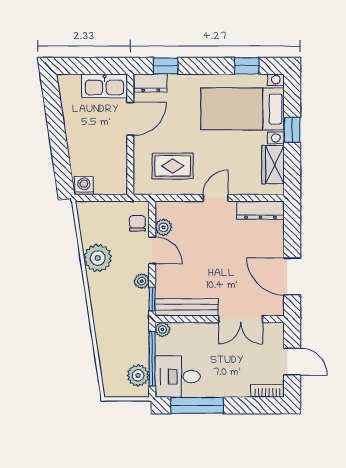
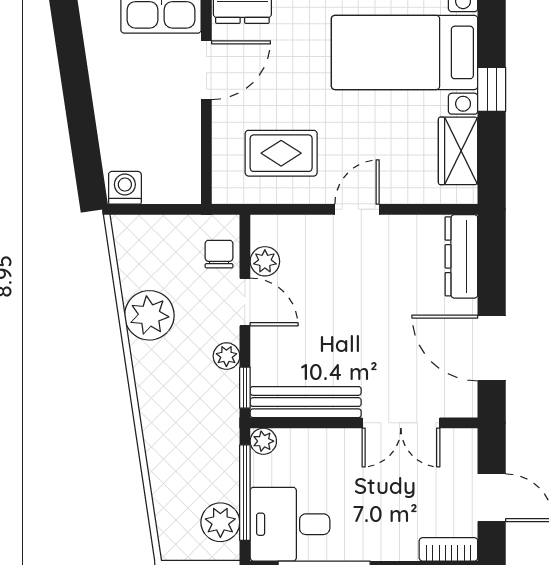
dresser: (260, 210) -> (461, 256), moved, turned 90

